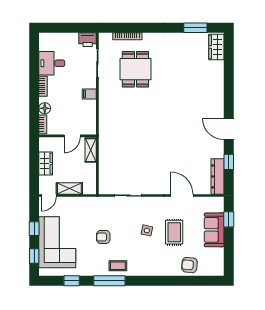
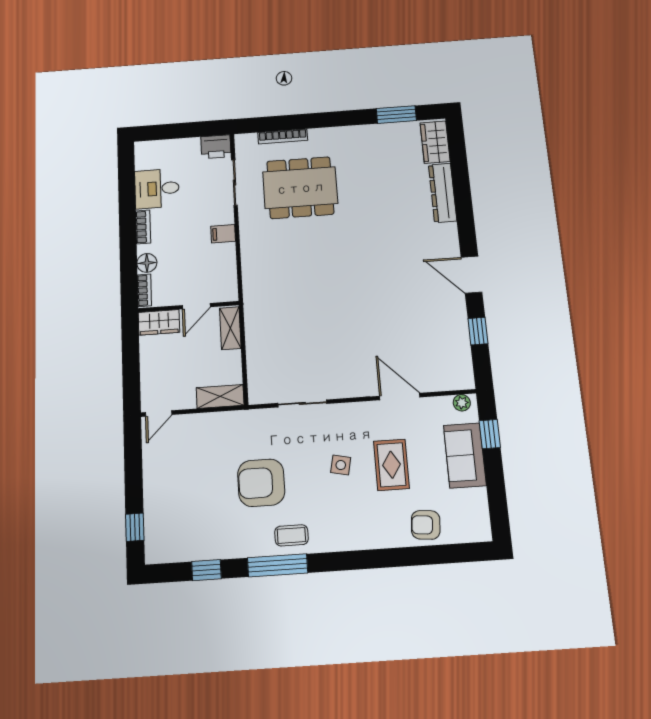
dining table: (135, 69) -> (300, 188), width x1.38
wardrobe: (46, 164) -> (159, 322), moved, turned 90
dresser: (218, 176) -> (443, 193), moved
shelving: (69, 188) -> (220, 396), moved
plant: (216, 201) -> (462, 403), added
window: (34, 229) -> (134, 476), removed
armchair: (103, 237) -> (261, 483), width x1.88, depth x1.88
corner sofa: (57, 242) -> (177, 498), removed

